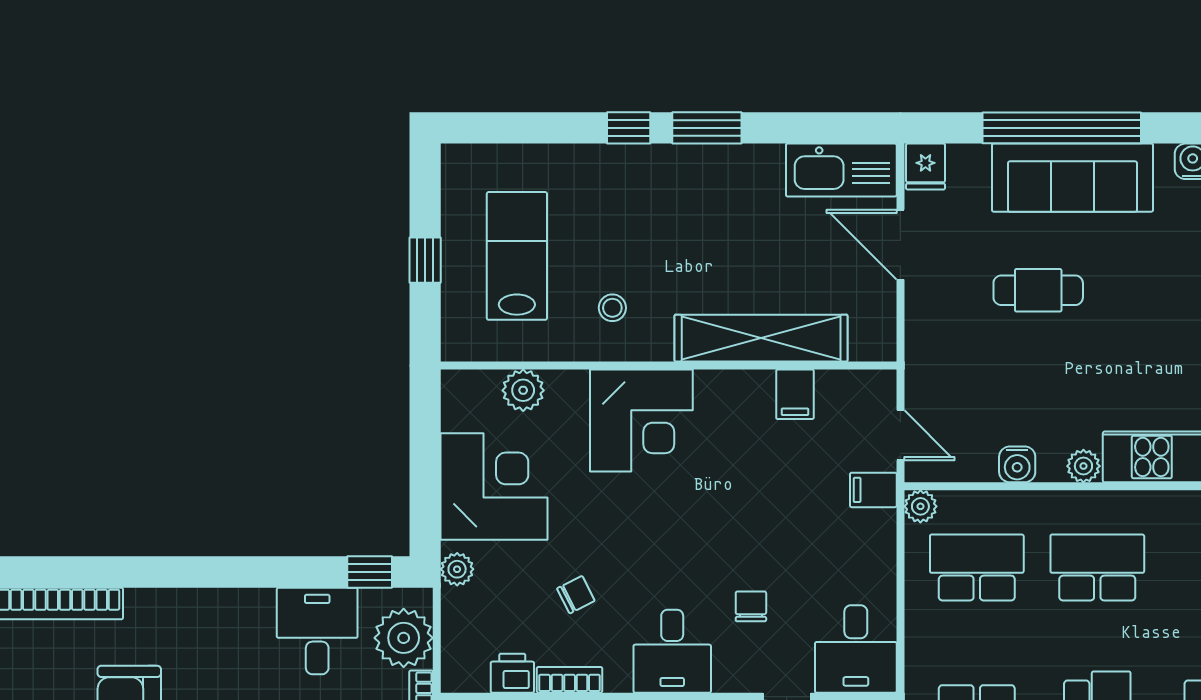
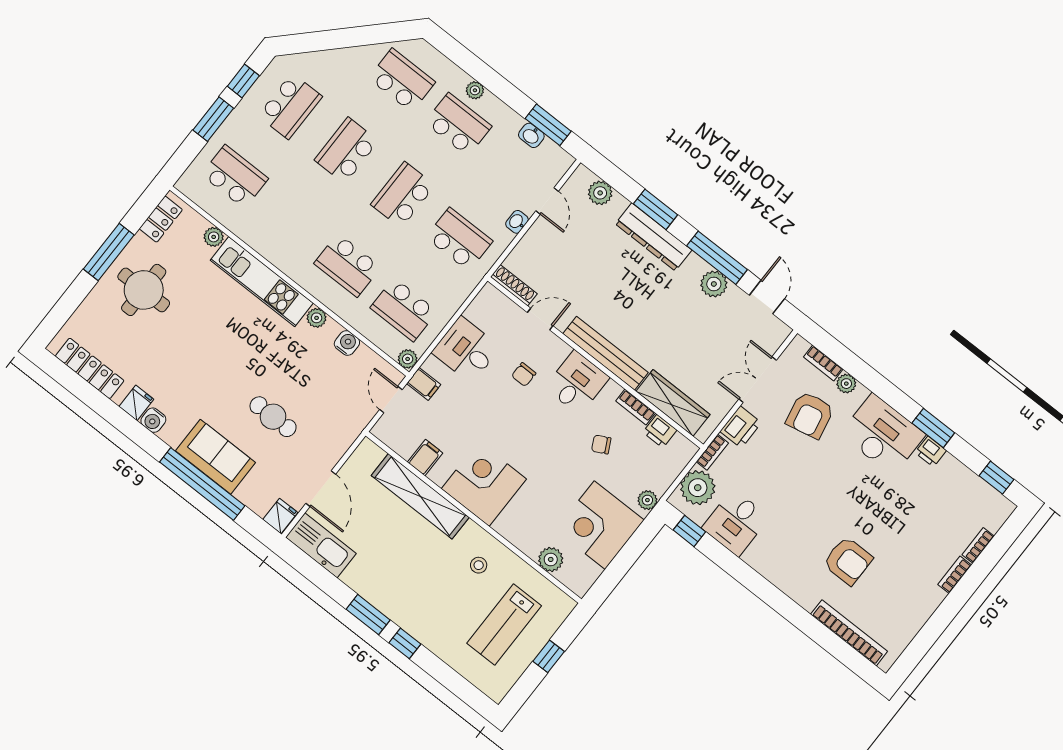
sofa: (1073, 178) -> (216, 457), width x0.73
corner desk: (641, 421) -> (484, 484), moved
desk: (856, 649) -> (466, 350), moved, turned -90

